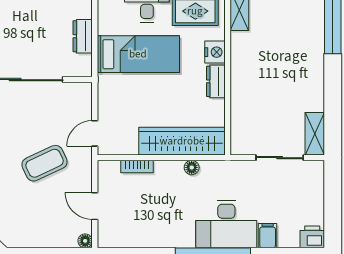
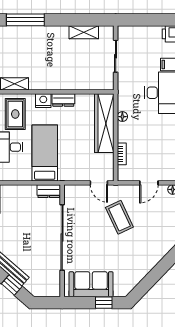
dresser: (83, 36) -> (49, 191), moved
shelving: (315, 134) -> (84, 32), moved

